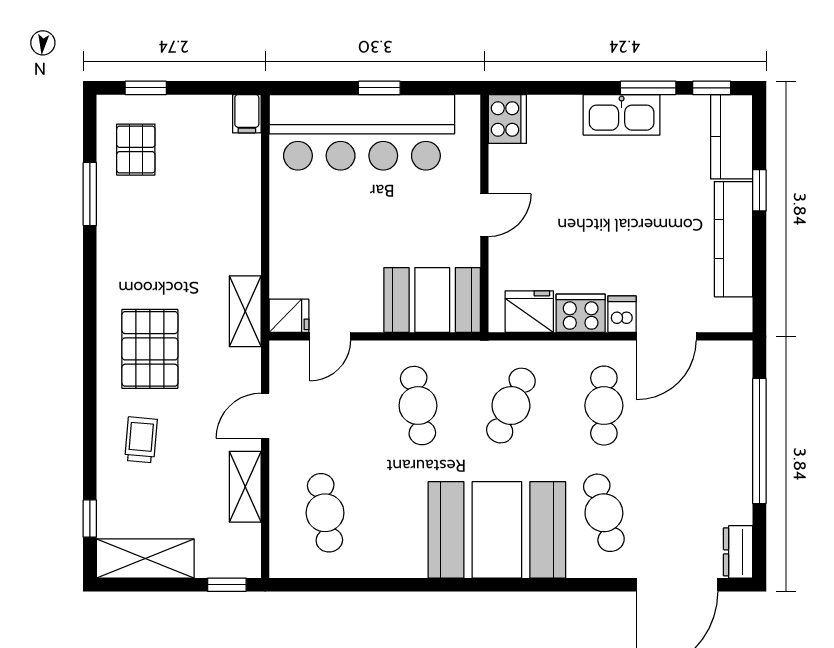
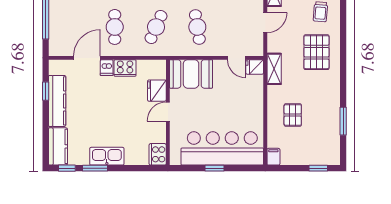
pallet: (136, 150) -> (293, 115), moved
window: (759, 190) -> (46, 91), moved
fridge: (529, 312) -> (157, 91), moved, turned 90
door: (330, 336) -> (236, 58), swing flipped

